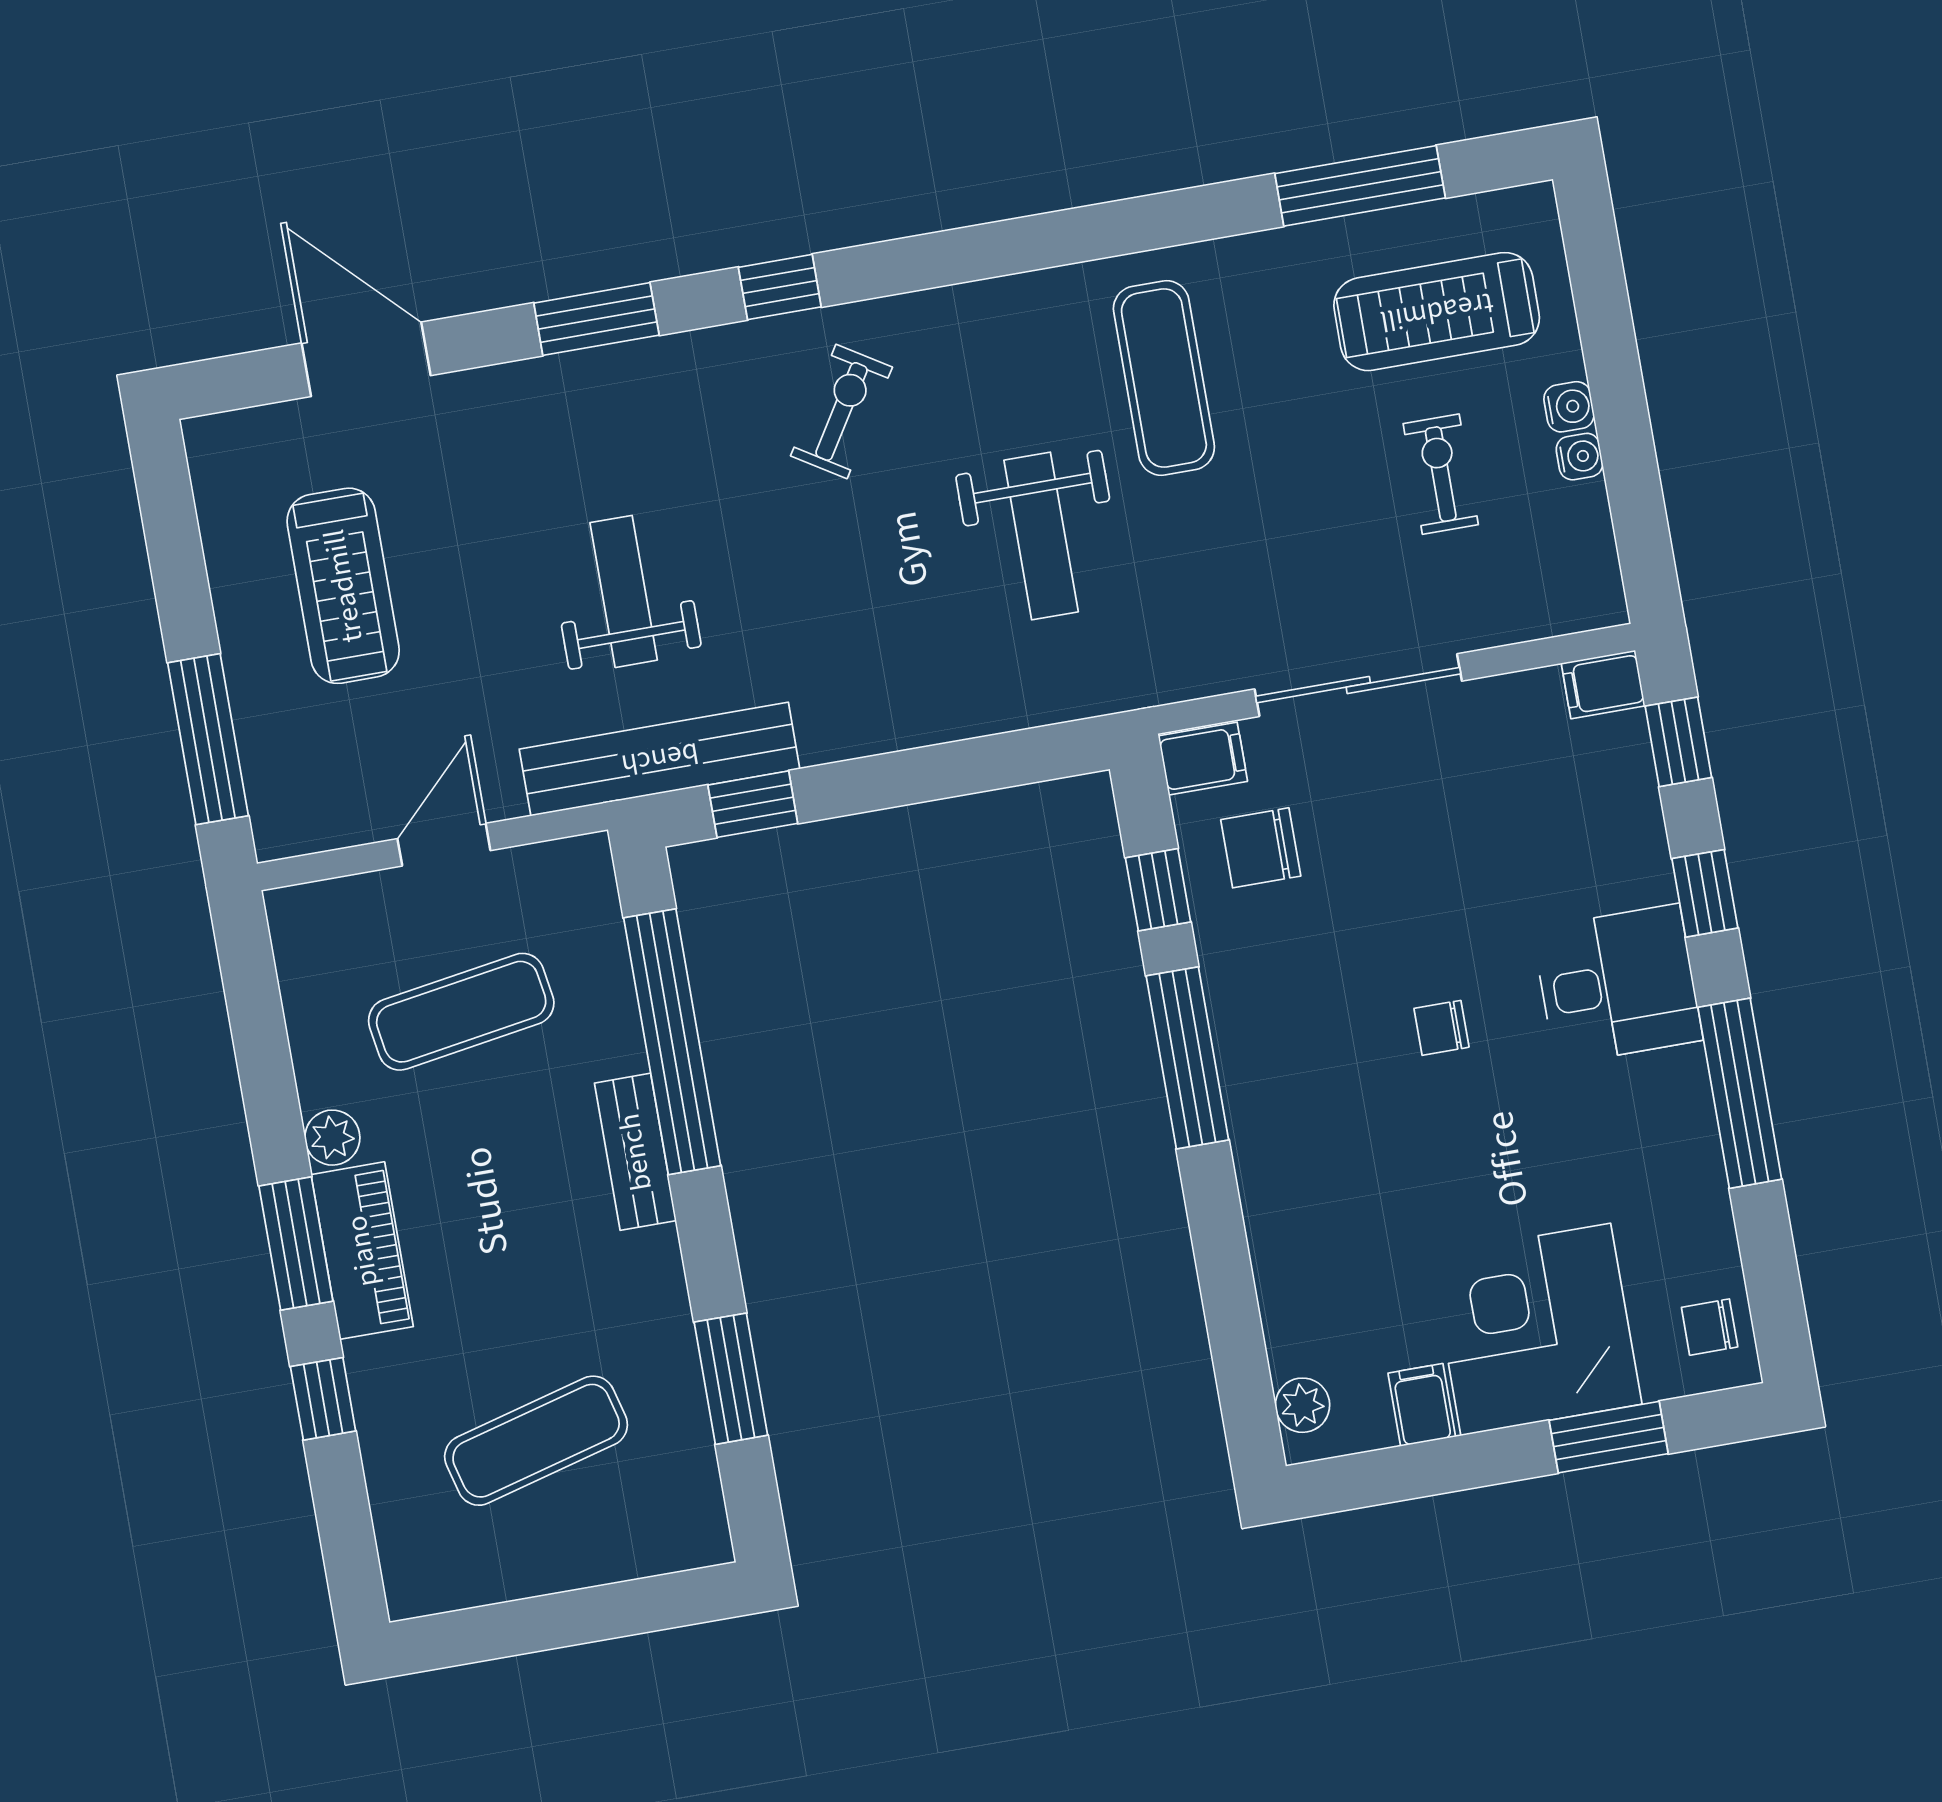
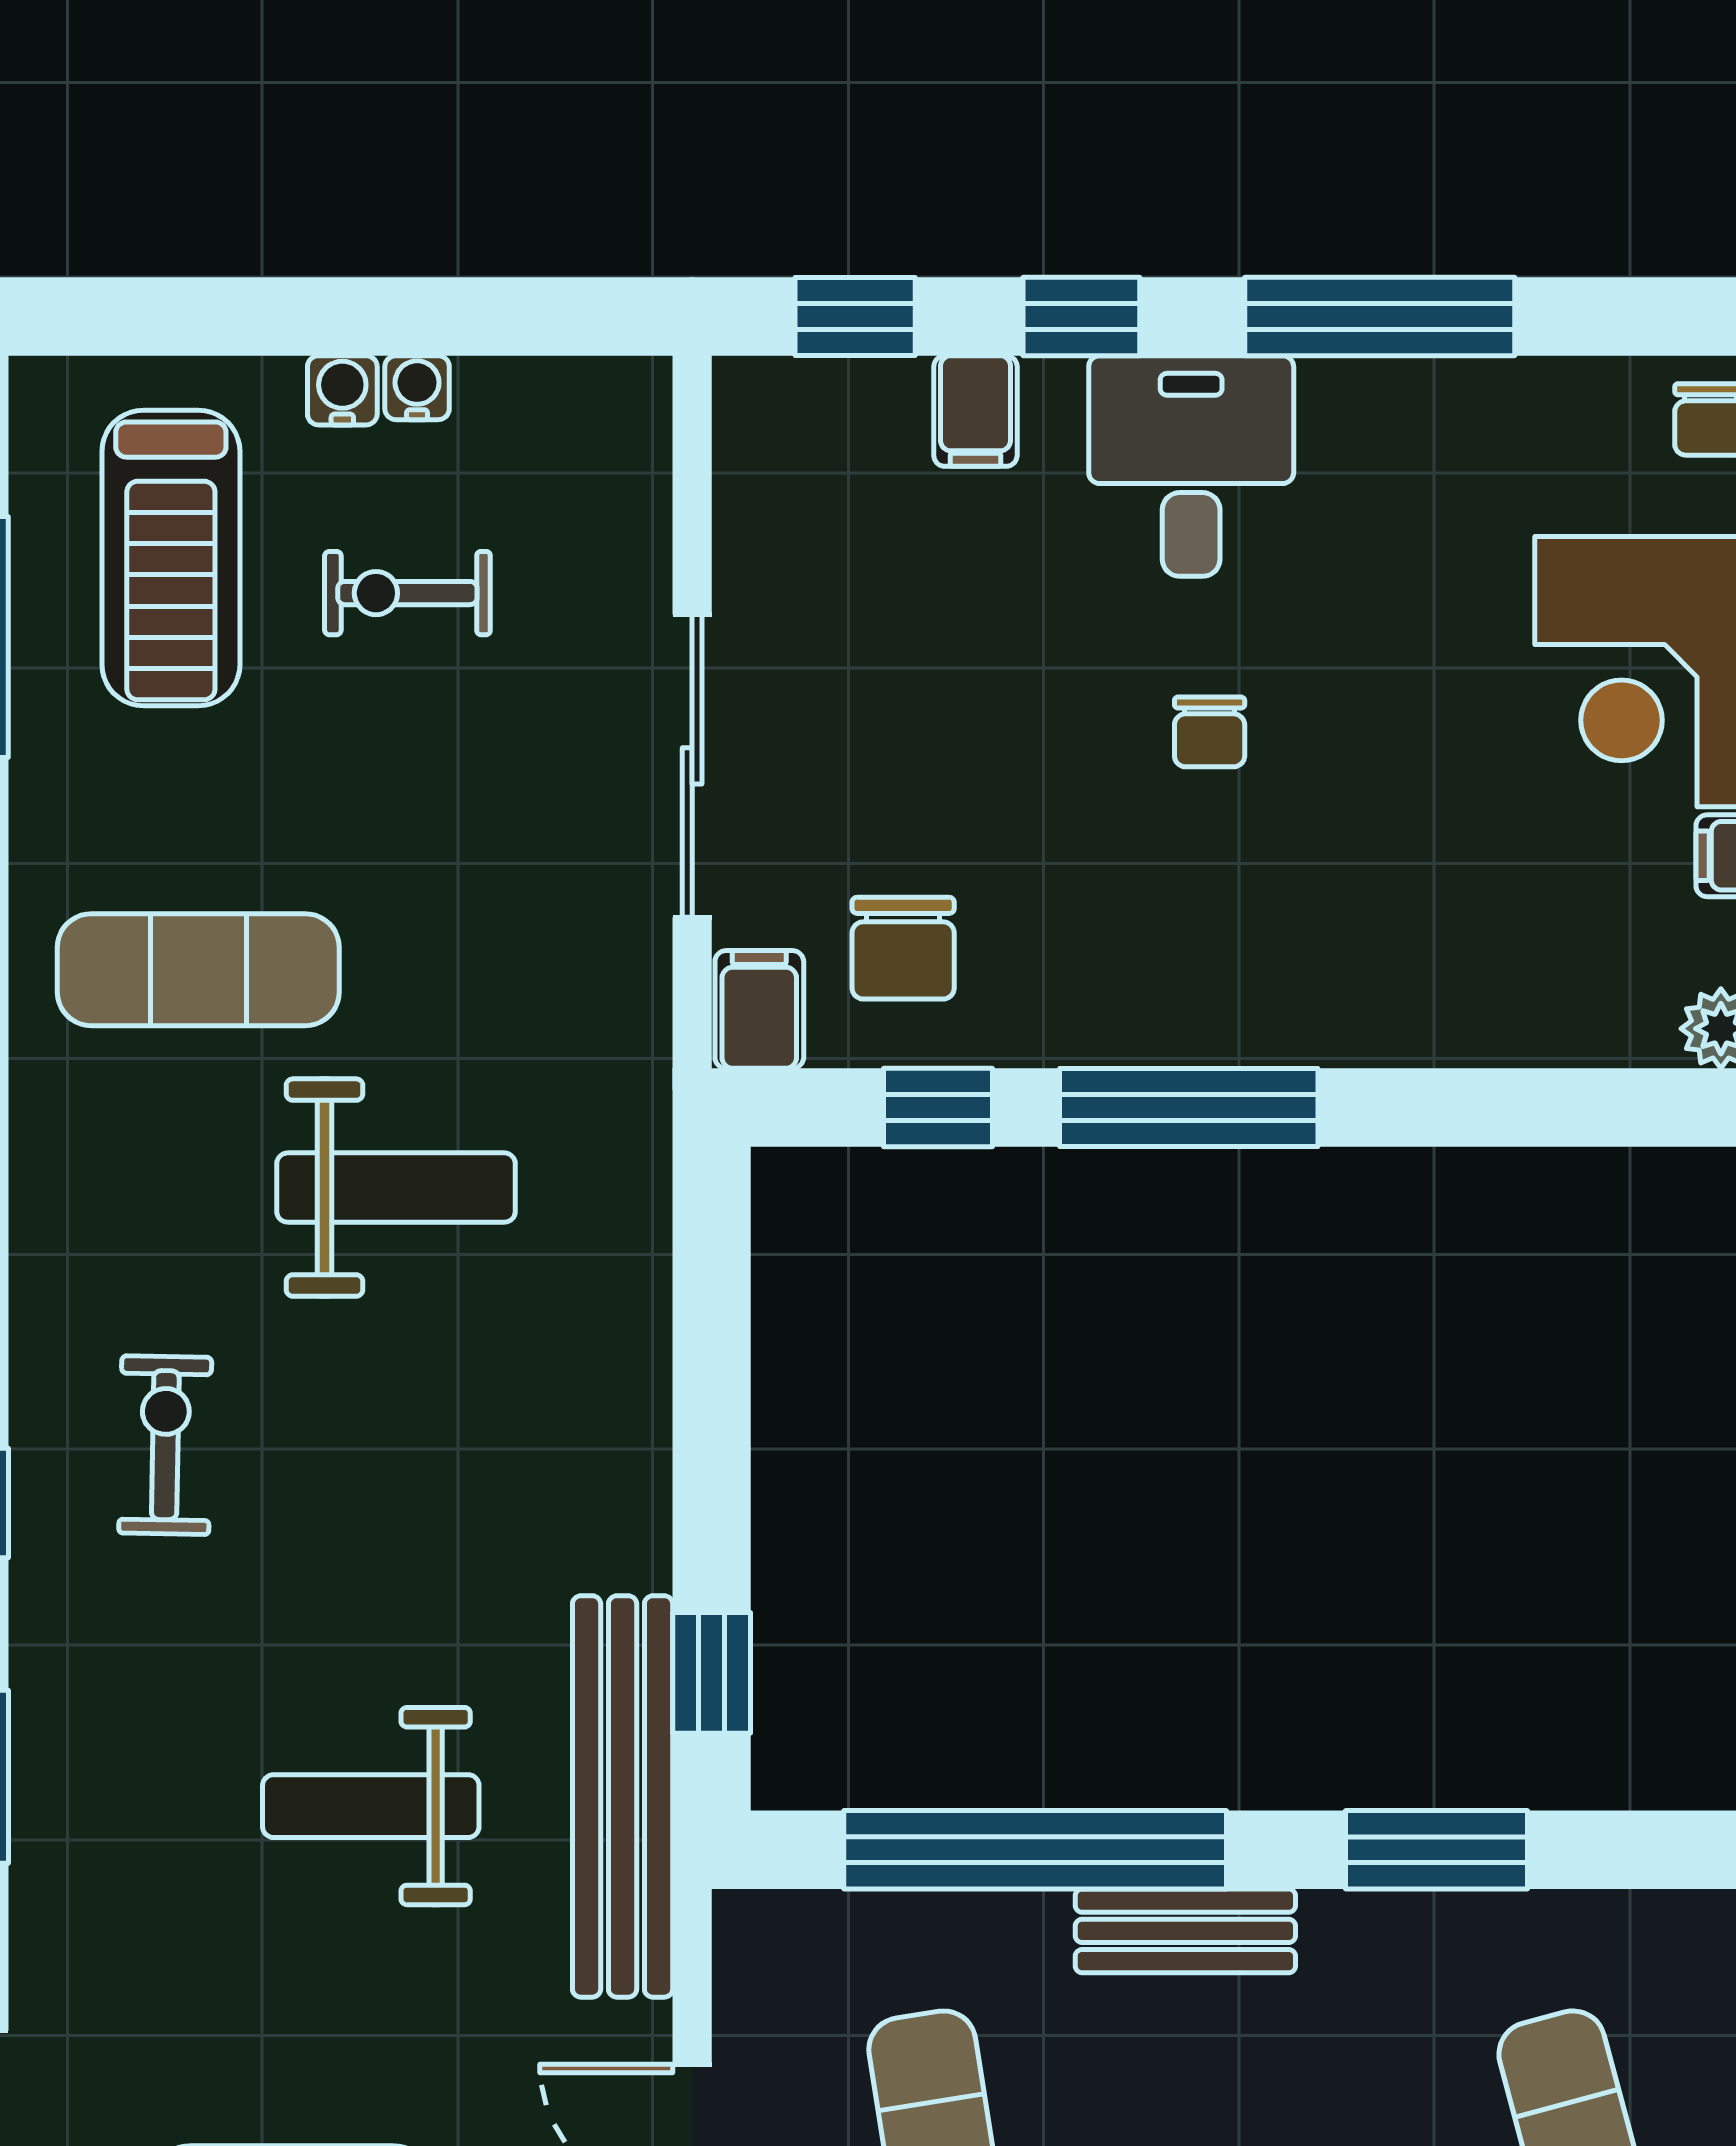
exercise bike: (841, 412) -> (165, 1445), turned 59
filing cabinet: (1603, 685) -> (975, 411), moved
window: (731, 1379) -> (1437, 1850), moved

